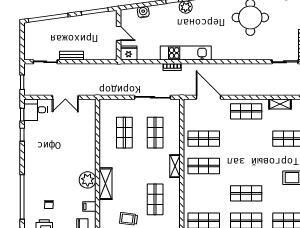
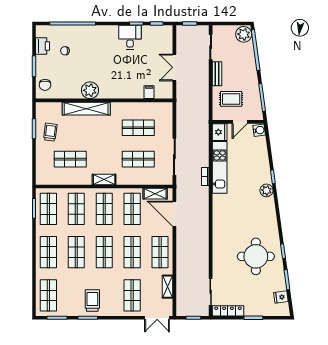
water cooler: (143, 12) -> (259, 130), moved
plant: (33, 29) -> (244, 34), added
rug: (96, 42) -> (231, 99), added
kitchen unit: (186, 53) -> (220, 167), moved
door: (208, 97) -> (174, 214), swing flipped
desk: (35, 110) -> (130, 37), moved
shelving: (189, 116) -> (155, 194), added
shop shelf: (246, 139) -> (132, 252), added
shop shelf: (246, 166) -> (104, 252), added
shelving: (106, 184) -> (86, 109), width x1.47
shop shelf: (204, 193) -> (76, 209), added
filing cabinet: (89, 206) -> (149, 92), moved

